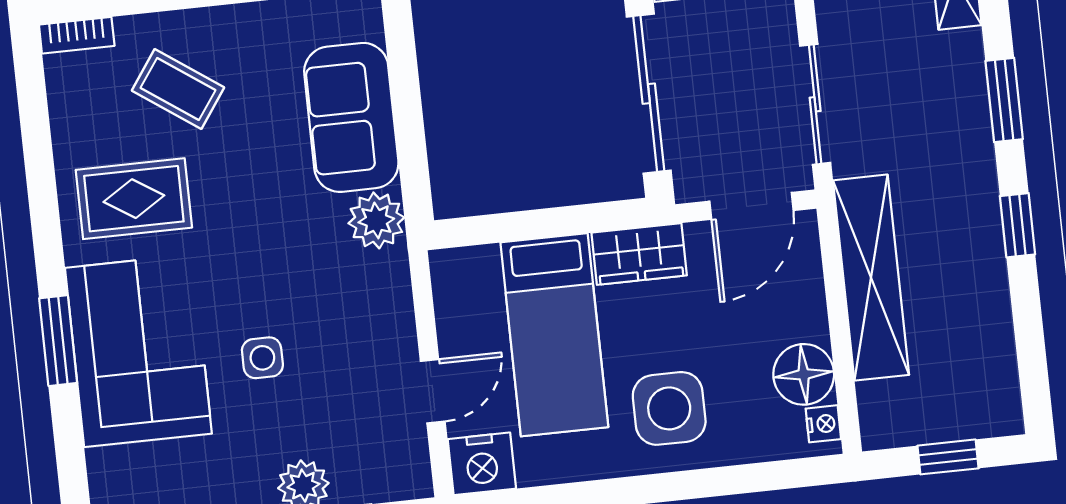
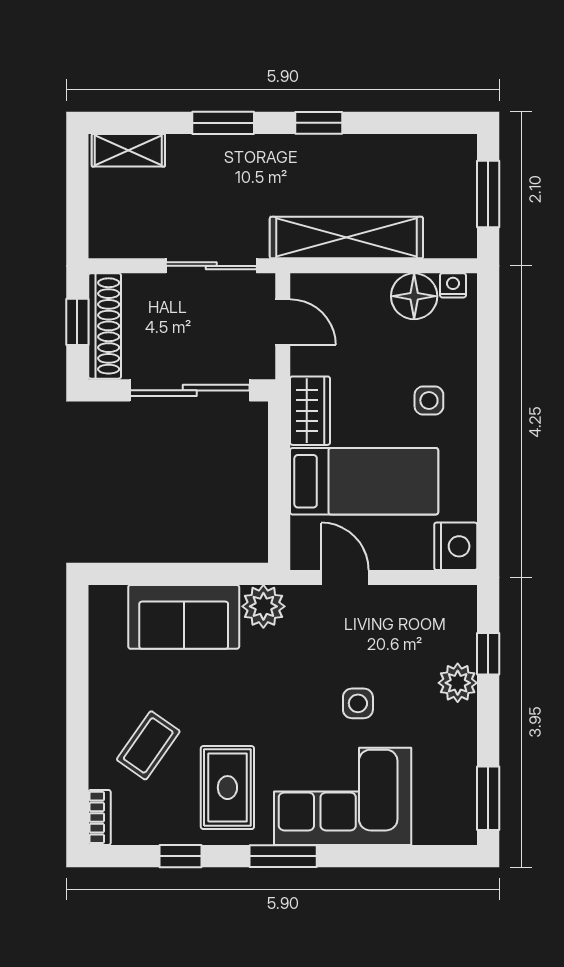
window: (37, 147) -> (180, 856), added
door: (752, 206) -> (283, 322), width x0.73
window: (58, 341) -> (283, 856), moved
door: (433, 391) -> (345, 577), moved
side table: (669, 408) -> (429, 400), width x0.54, depth x0.54
window: (948, 457) -> (488, 194), width x1.50

